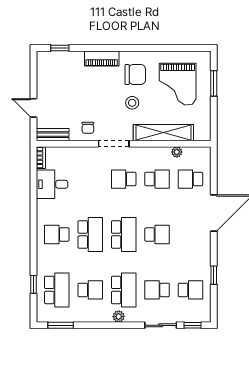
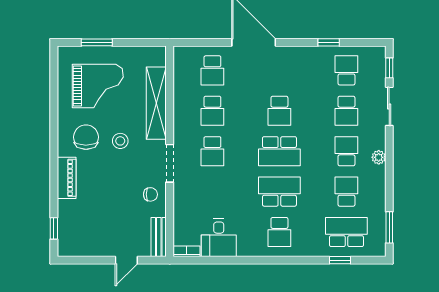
plant: (177, 152) -> (180, 87), removed
school desk: (157, 179) -> (212, 111), turned 180
school desk: (124, 234) -> (279, 151), turned 180
school desk: (157, 234) -> (279, 111), turned 180
school desk: (124, 290) -> (346, 151), width x0.54

